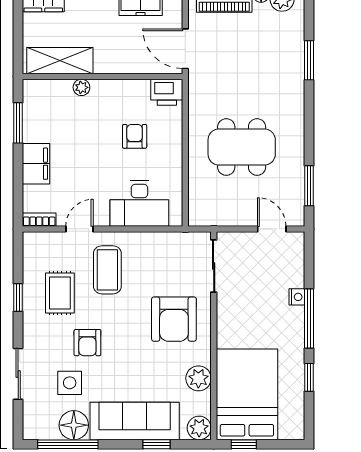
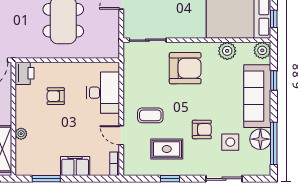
coffee table: (107, 270) -> (150, 115), width x0.73, depth x0.77

